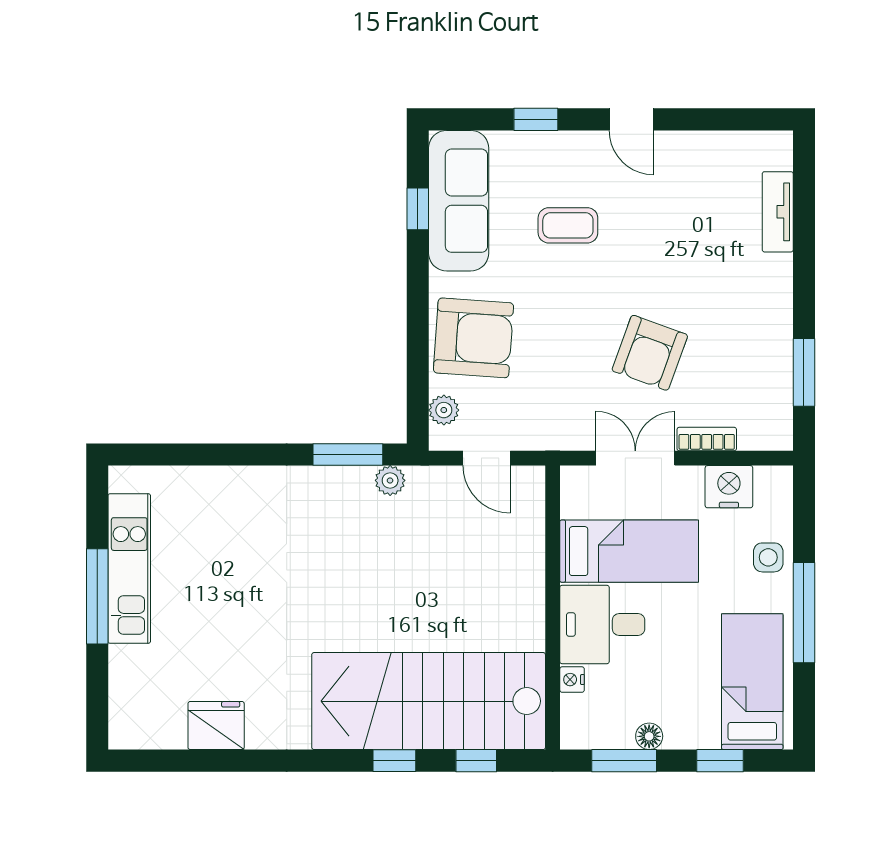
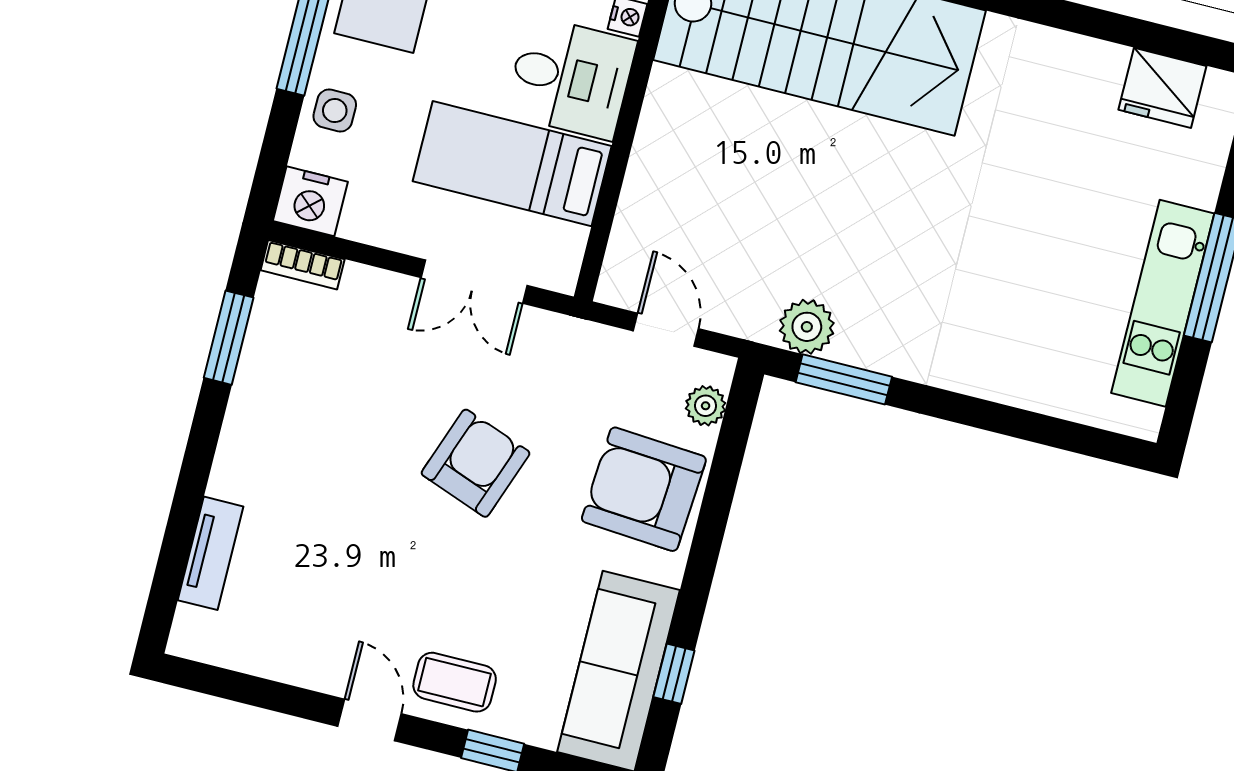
coffee table: (568, 225) -> (455, 682), moved
armchair: (650, 353) -> (476, 463), moved
bookcase: (707, 439) -> (303, 265), moved
plant: (390, 480) -> (807, 327), width x1.38, depth x1.38
nightstand: (729, 487) -> (310, 201), moved
fridge: (216, 726) -> (1162, 88), moved

